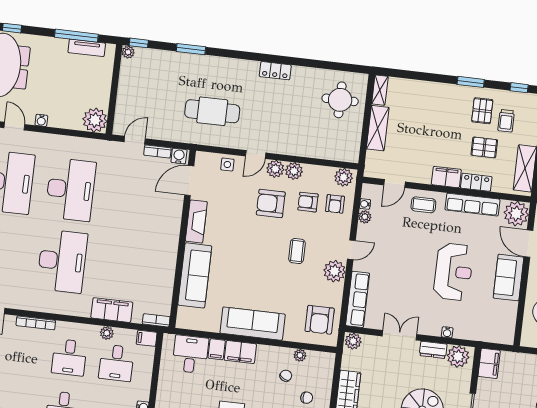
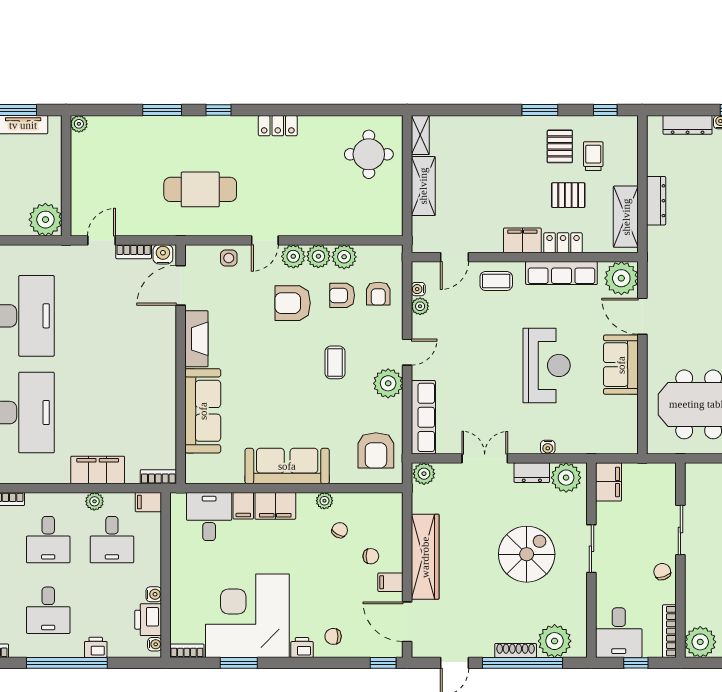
window: (139, 43) -> (218, 110), moved
trolley: (506, 121) -> (593, 156), turned 180
plant: (344, 177) -> (344, 257), moved
plant: (300, 355) -> (324, 501), moved

